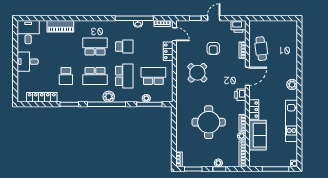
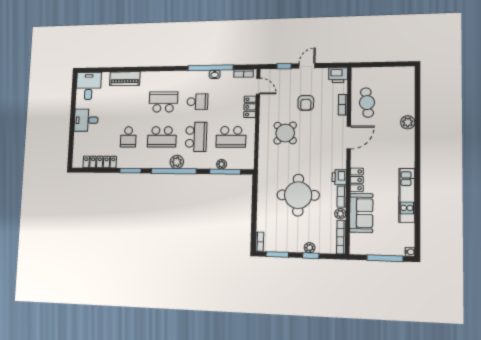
school desk: (153, 76) -> (231, 137), turned 180
plant: (292, 85) -> (408, 122), moved
printer: (240, 95) -> (339, 177), moved

